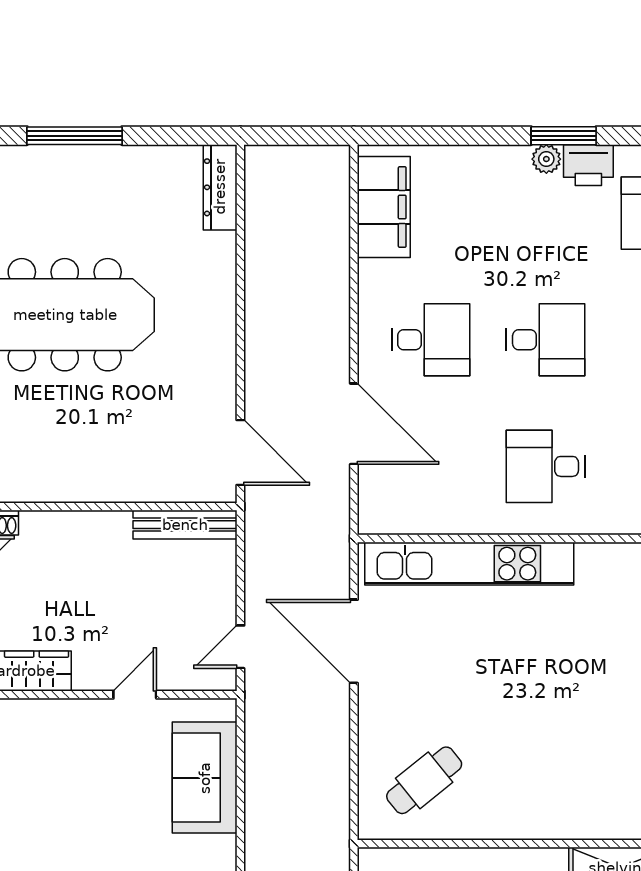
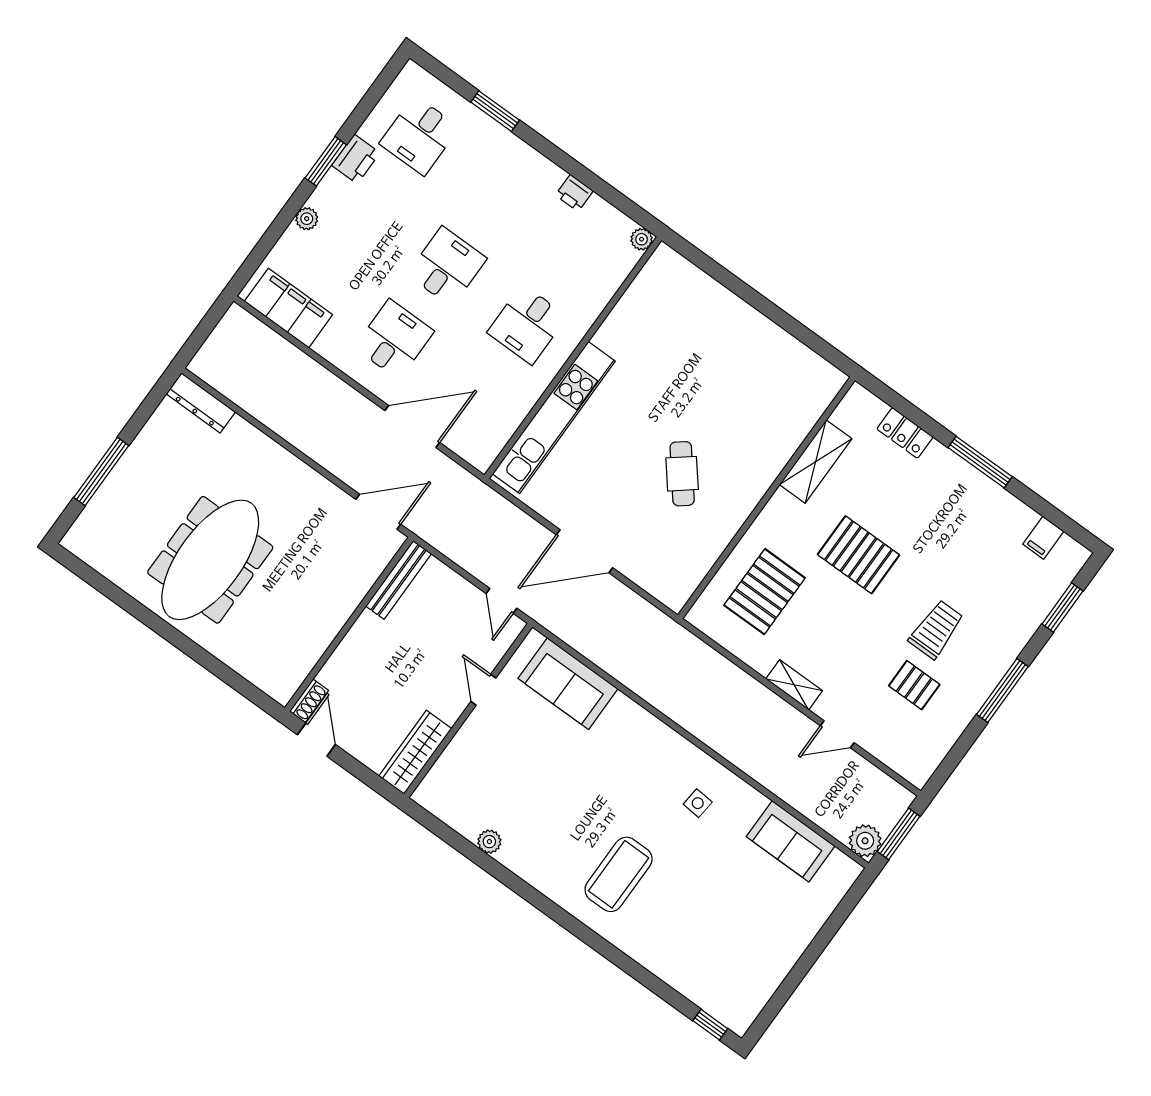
plant: (546, 159) -> (307, 219), moved
door: (354, 641) -> (584, 551), moved
cafe table: (424, 780) -> (682, 474), moved

